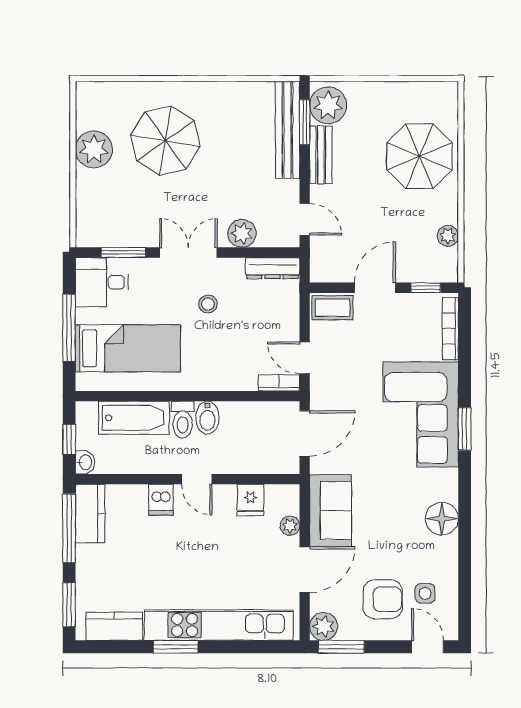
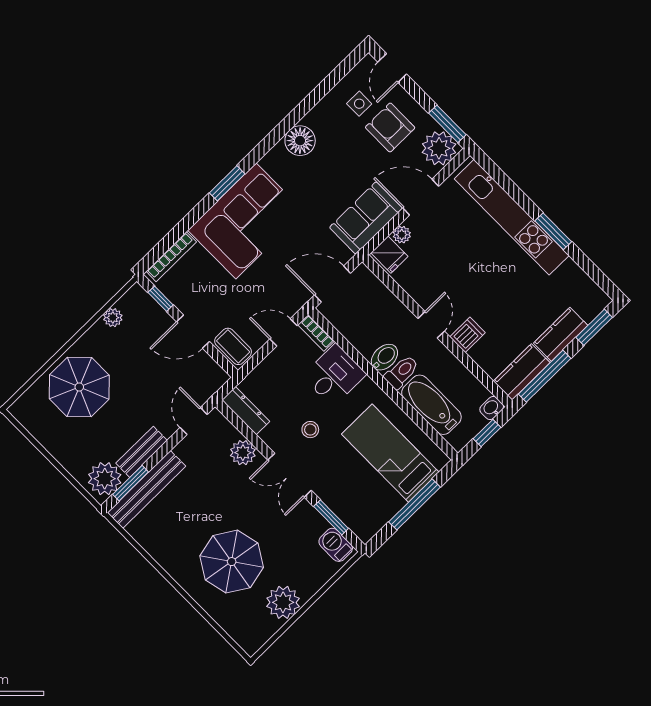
barbecue: (98, 235) -> (336, 545), added
desk: (102, 282) -> (334, 375), moved, turned -90
door: (305, 358) -> (283, 332), swing flipped
fridge: (250, 500) -> (389, 255), moved, turned 90
kitchen counter: (114, 626) -> (561, 334), moved, turned 90
plant: (324, 626) -> (439, 148), width x1.36, depth x1.36

